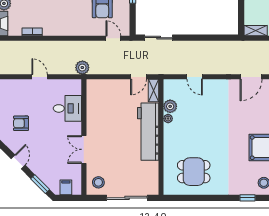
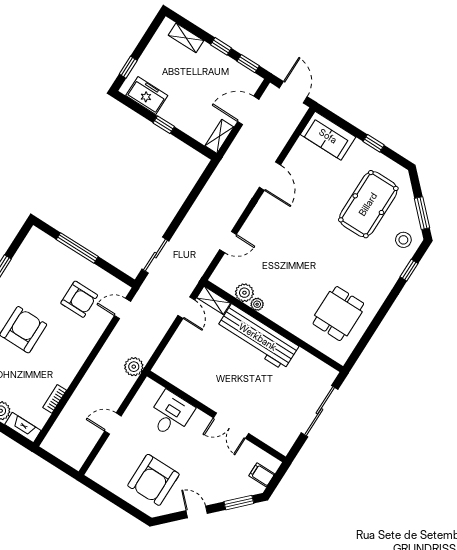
armchair: (21, 123) -> (153, 480), width x1.88, depth x1.88
stool: (98, 182) -> (280, 433), removed

